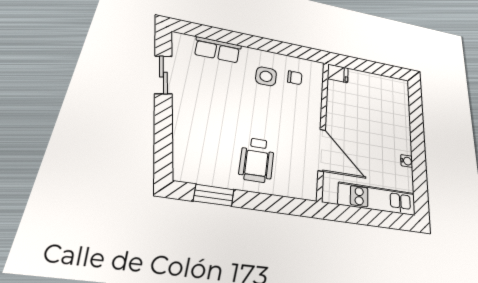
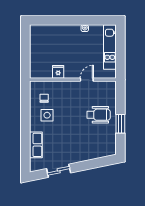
fridge: (338, 73) -> (58, 72), moved
door: (322, 150) -> (87, 80), width x0.53
window: (214, 195) -> (120, 124), moved

